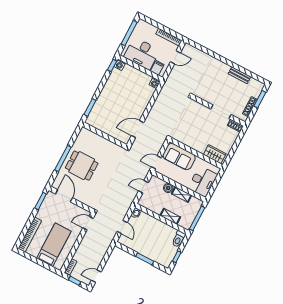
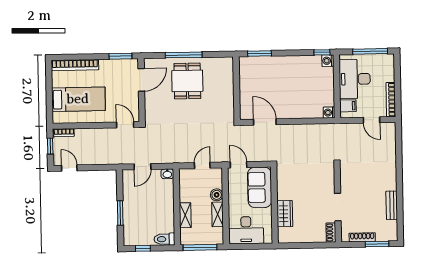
wardrobe: (215, 154) -> (285, 214), moved
door: (143, 187) -> (202, 165), hinge flipped

